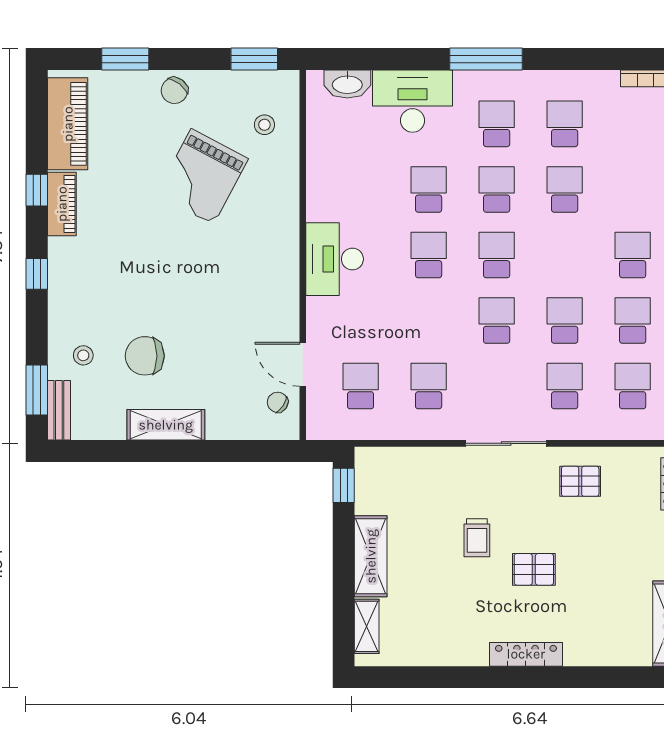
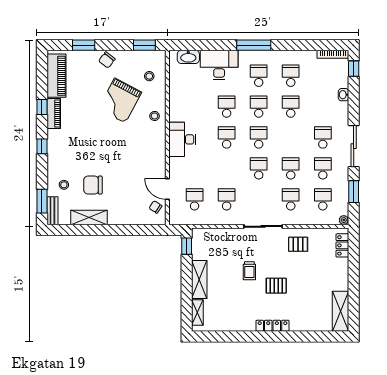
stool: (276, 209) -> (155, 116), added
shelving: (166, 425) -> (89, 218), moved

